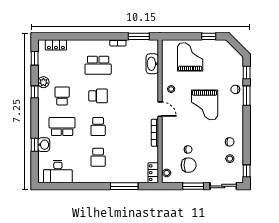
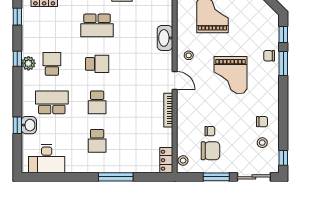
washbasin: (152, 64) -> (165, 38), moved
plant: (43, 82) -> (28, 63), moved
window: (124, 186) -> (116, 177), moved

